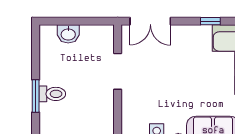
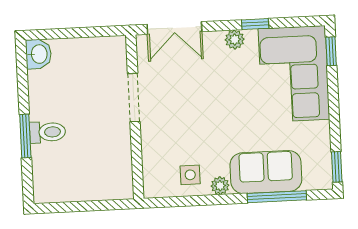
plant: (195, 32) -> (235, 40), added
washbasin: (68, 34) -> (38, 54), moved, turned -90

